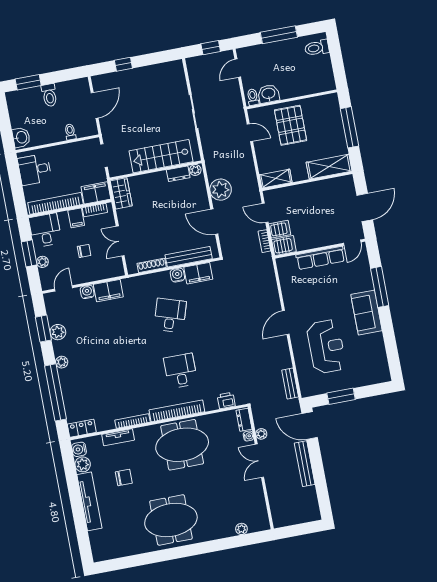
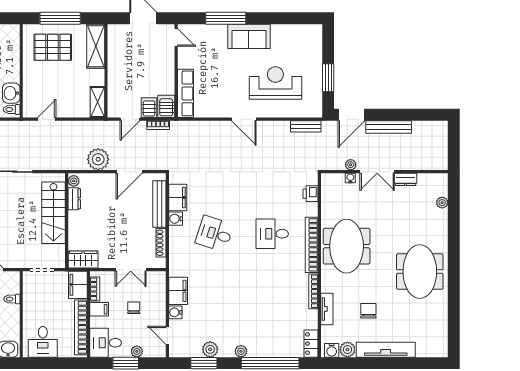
pallet: (291, 125) -> (53, 47), moved
row of seats: (320, 258) -> (185, 93), moved
dresser: (244, 420) -> (405, 179), moved

